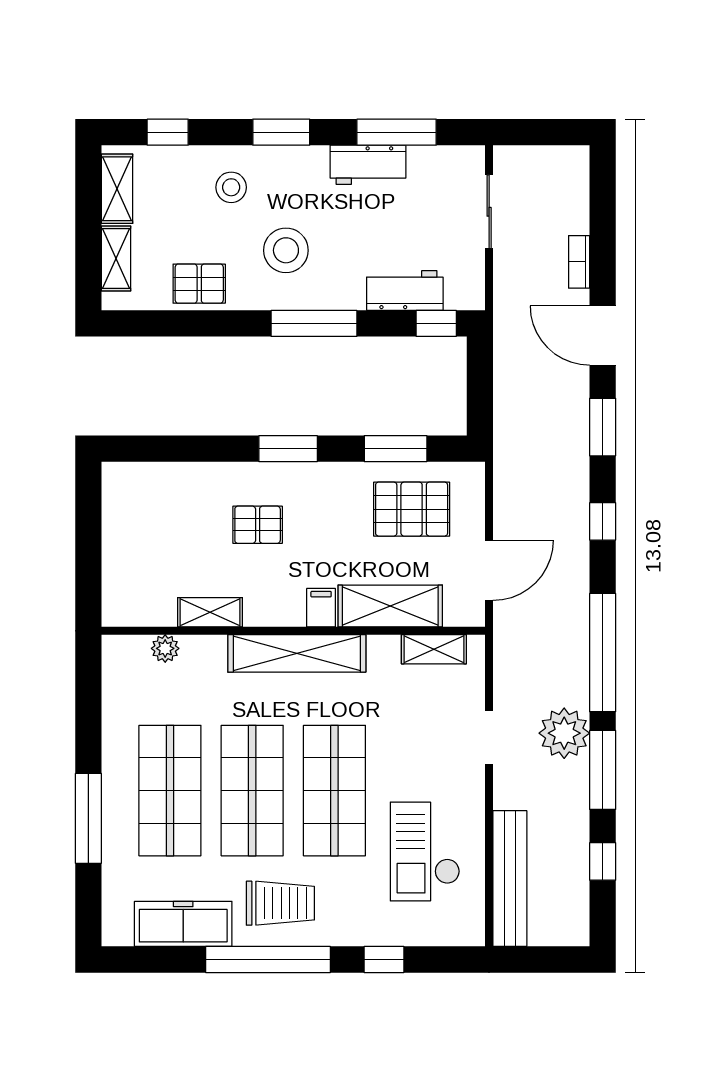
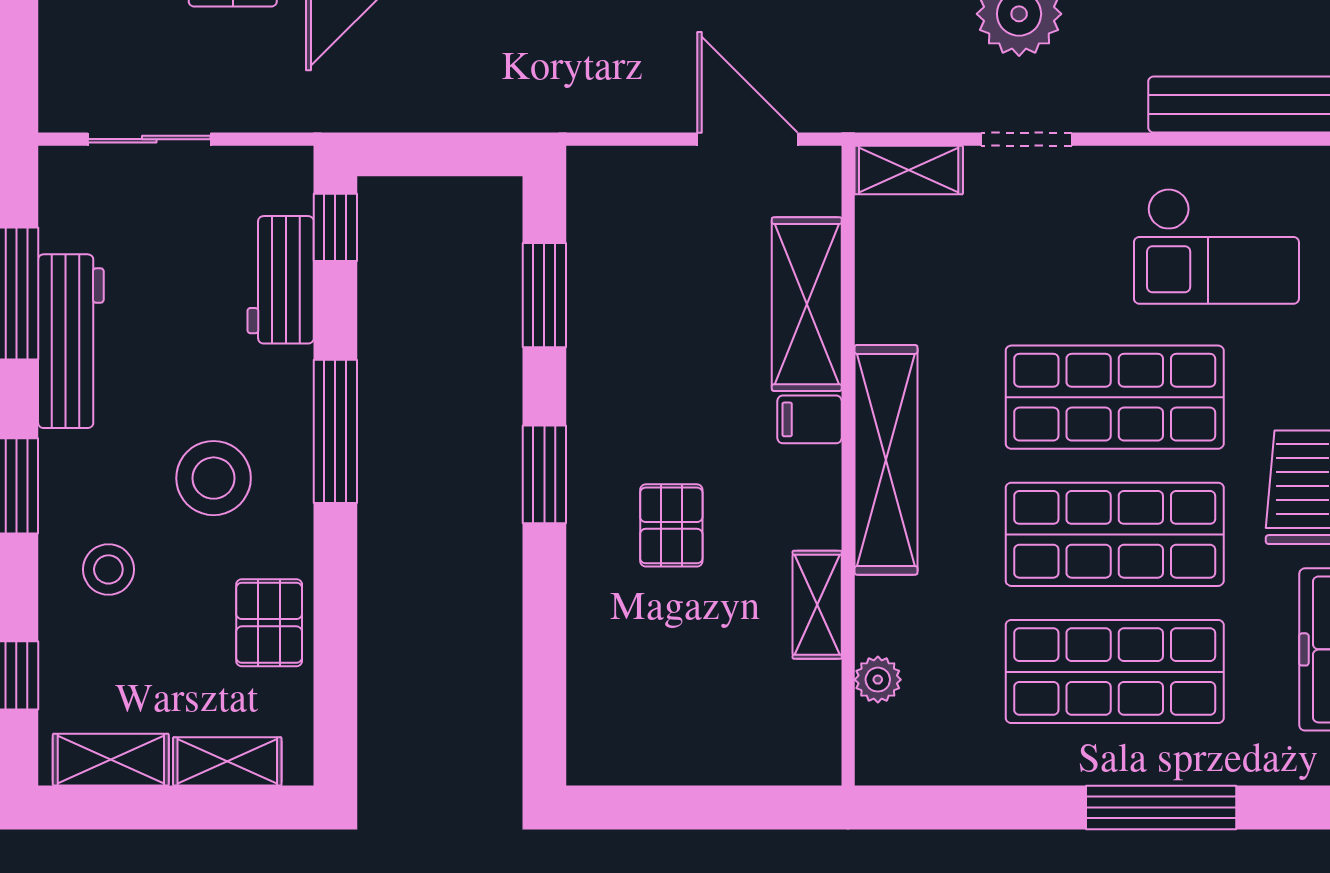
workbench: (368, 165) -> (71, 341), width x1.37
pallet: (412, 509) -> (645, 268), removed
shelving: (434, 649) -> (909, 170), moved, turned 90

